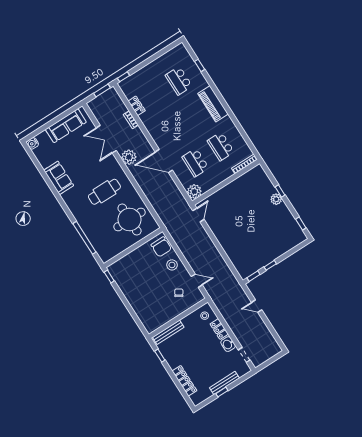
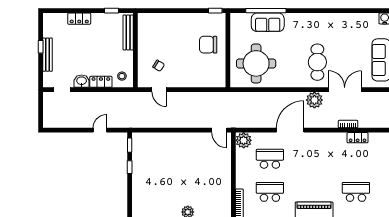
sofa: (59, 178) -> (268, 22), moved
cafe table: (104, 192) -> (317, 62), moved
chair: (161, 247) -> (208, 45), moved
stool: (172, 265) -> (189, 76), removed
door: (197, 281) -> (159, 90), hinge flipped
locker: (184, 381) -> (79, 19), width x0.66

